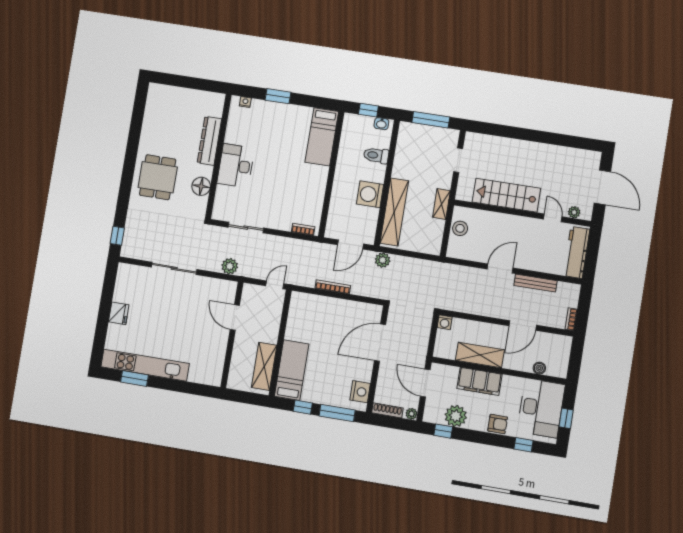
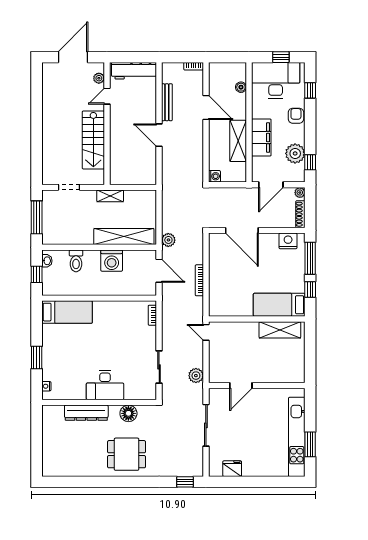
stool: (460, 228) -> (129, 176), removed
fridge: (119, 313) -> (232, 469), moved
door: (235, 318) -> (241, 385), moved
wall: (232, 335) -> (257, 385), moved

